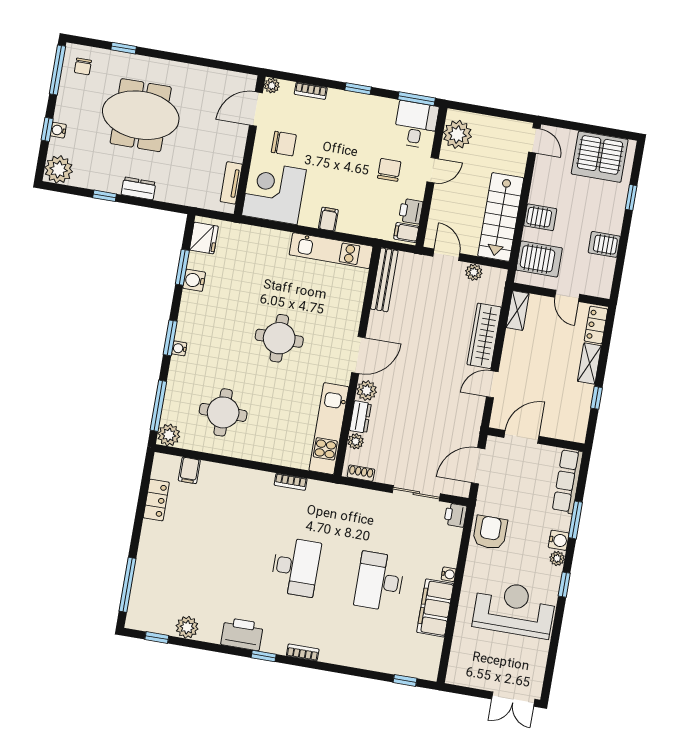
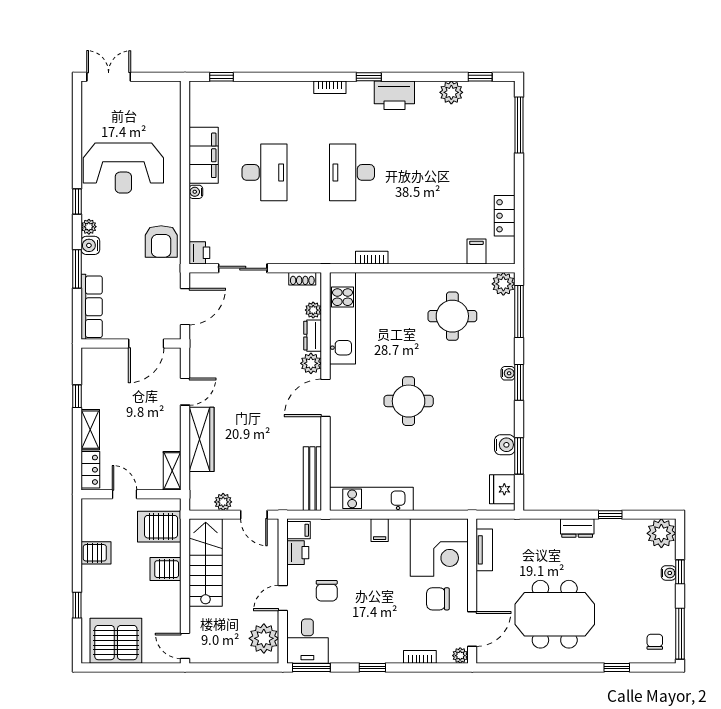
meeting table: (141, 115) -> (555, 614), moved

